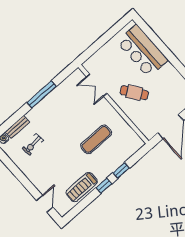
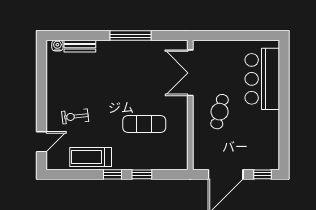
double door: (97, 85) -> (190, 73), width x1.37
cafe table: (134, 93) -> (220, 112), turned 49
exercise bike: (33, 144) -> (75, 116), moved

